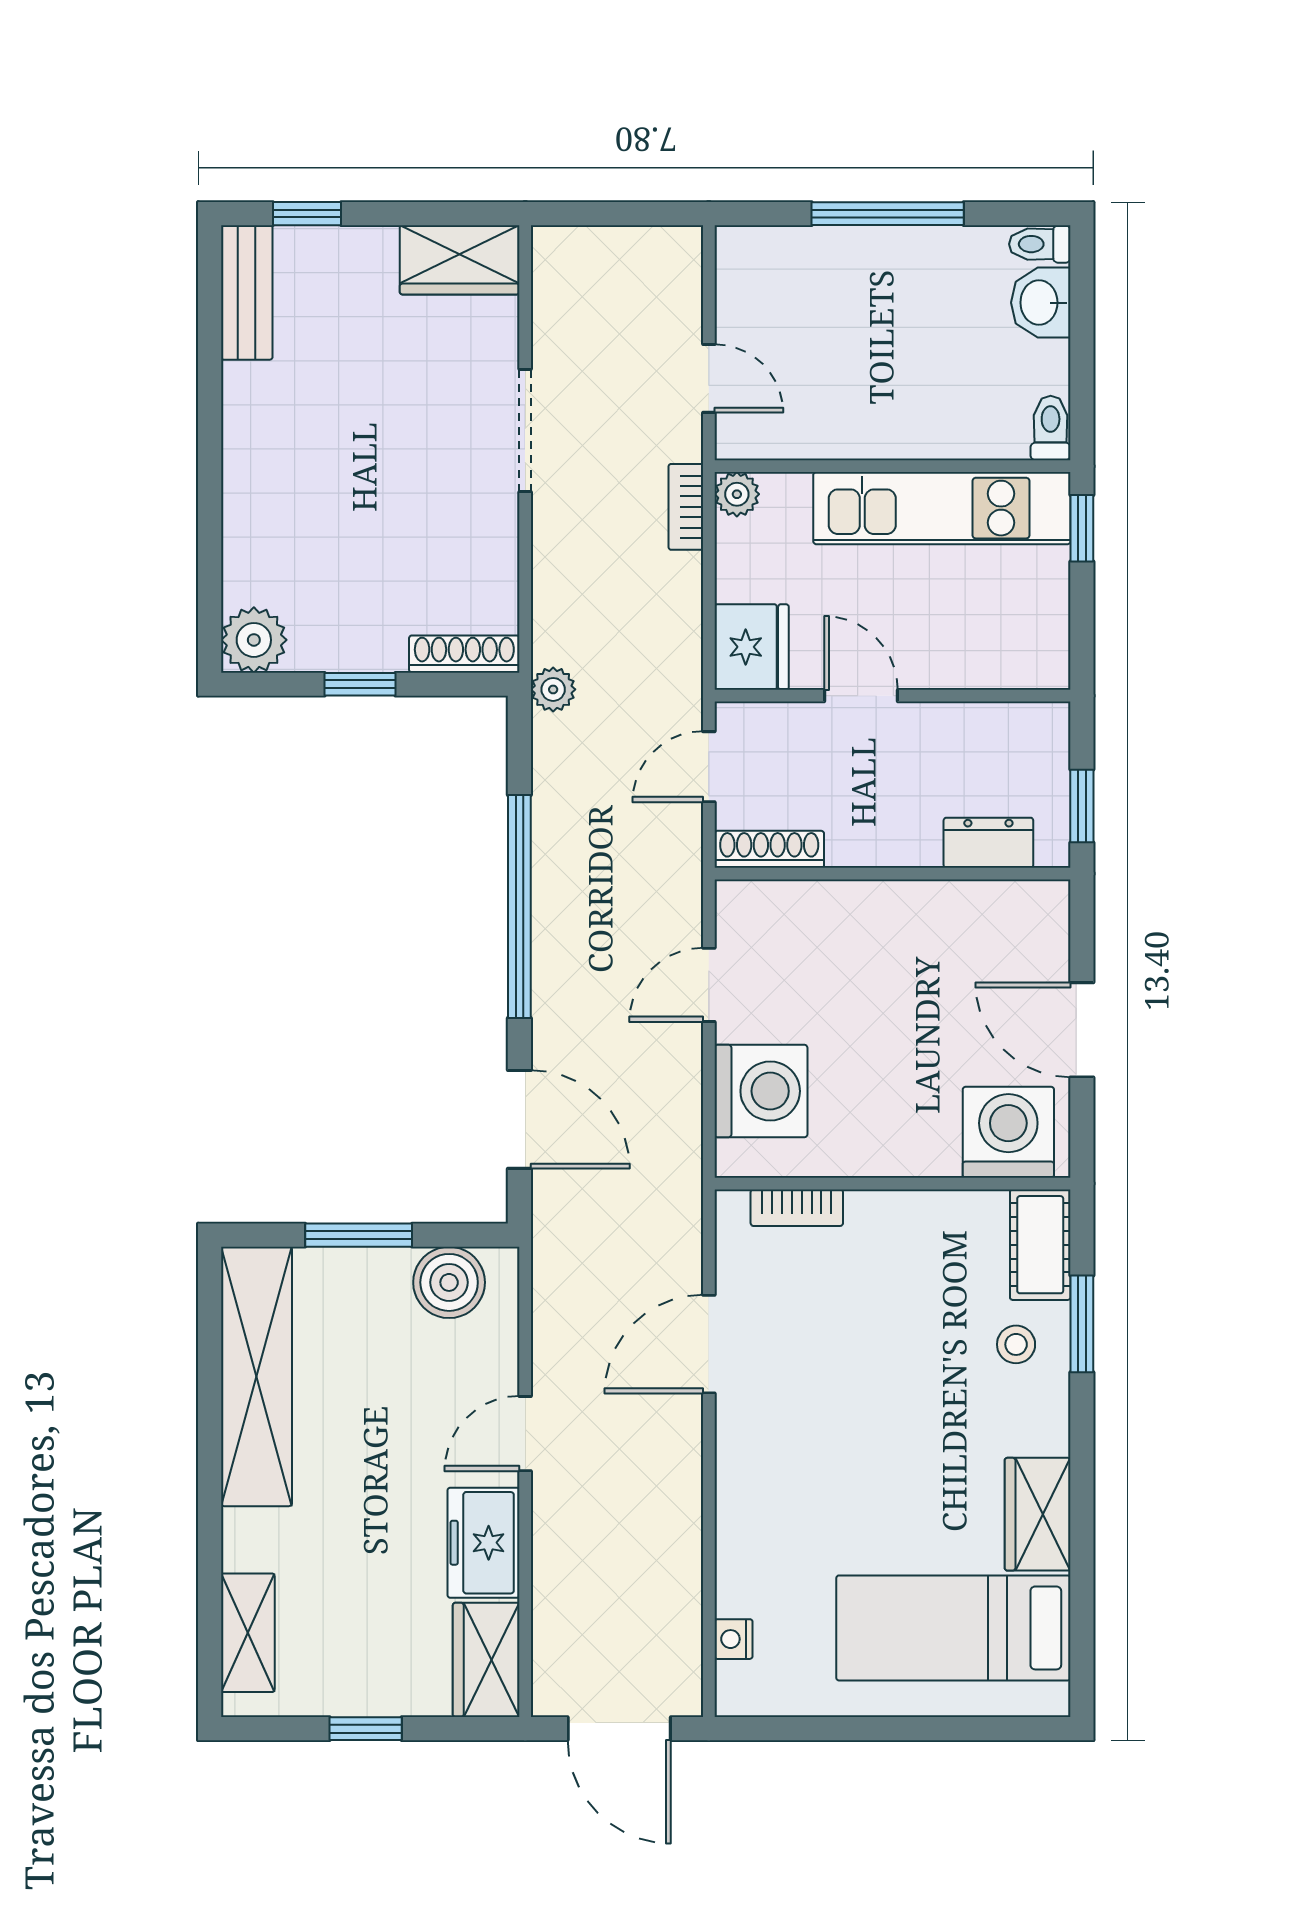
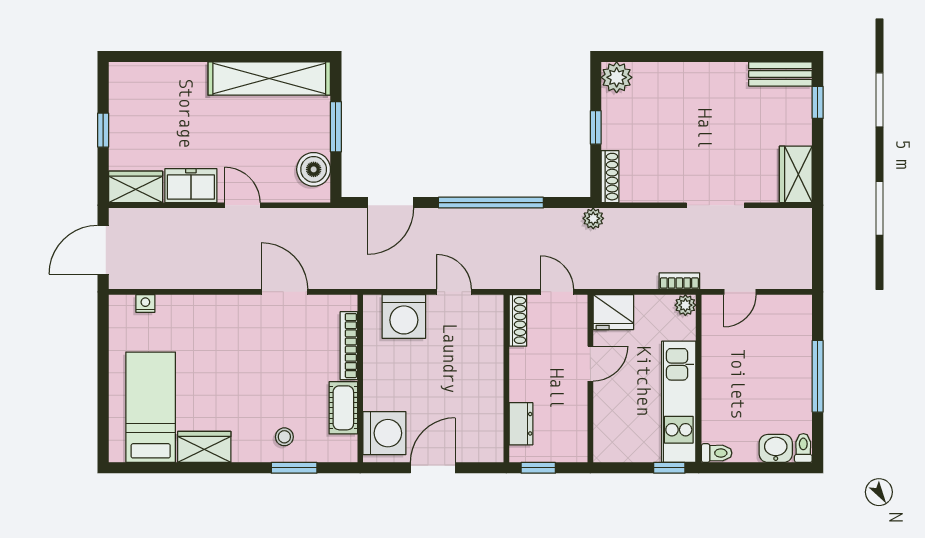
bookcase: (797, 1208) -> (349, 346), width x1.56
cot: (1040, 1245) -> (343, 408), moved, turned 90
shelving: (248, 1633) -> (148, 74), removed

